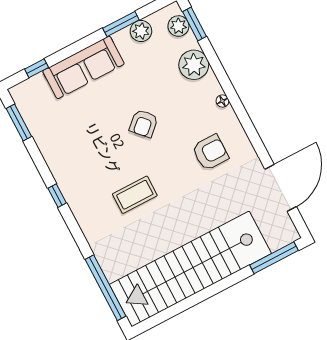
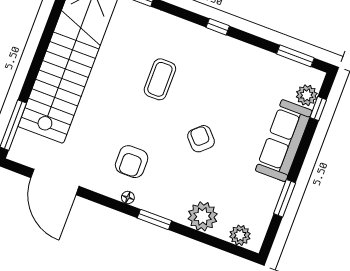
window: (195, 24) -> (154, 219), moved
plant: (141, 31) -> (307, 95), moved
floor lamp: (222, 101) -> (128, 198), moved

